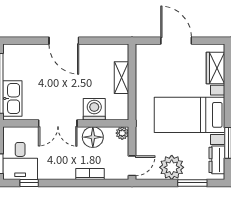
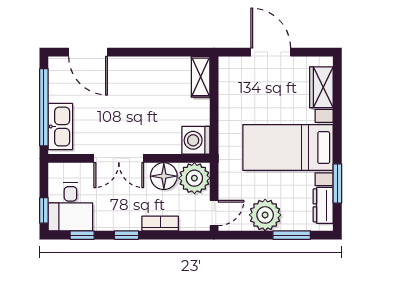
door: (64, 41) -> (88, 52), moved
shelving: (122, 78) -> (201, 77), moved
washing machine: (94, 109) -> (196, 140), moved, turned -90
plant: (122, 133) -> (194, 178), width x1.87, depth x1.87
window: (64, 183) -> (126, 235), added

